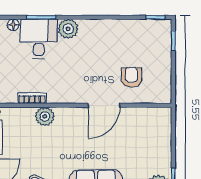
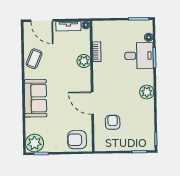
plant: (68, 29) -> (147, 92), moved
armchair: (131, 77) -> (113, 122), turned -90
armchair: (155, 128) -> (77, 140), added

